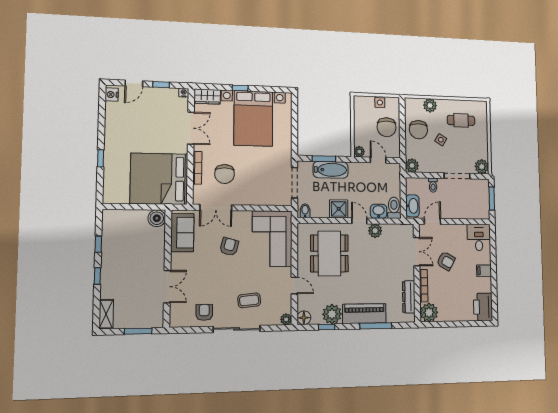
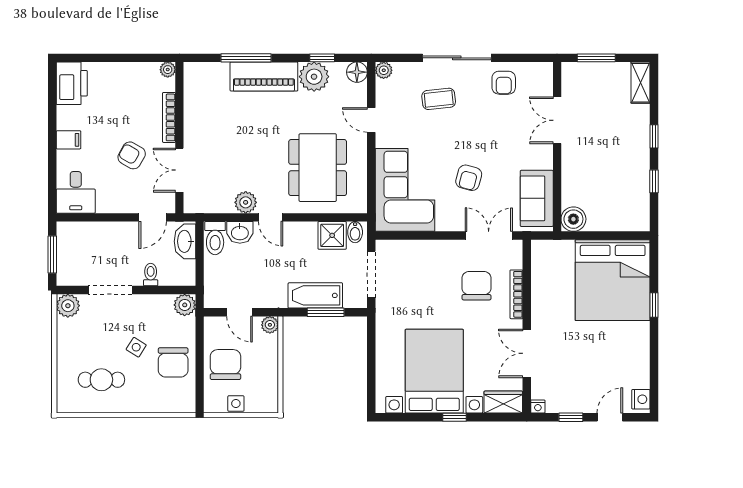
plant: (430, 105) -> (153, 402), removed
chair: (418, 130) -> (173, 362), turned 180
bed: (159, 179) -> (613, 280), moved, turned 90
shower: (339, 209) -> (332, 235), moved
dresser: (409, 297) -> (193, 101), removed
plant: (429, 312) -> (168, 70), width x0.53, depth x0.53

